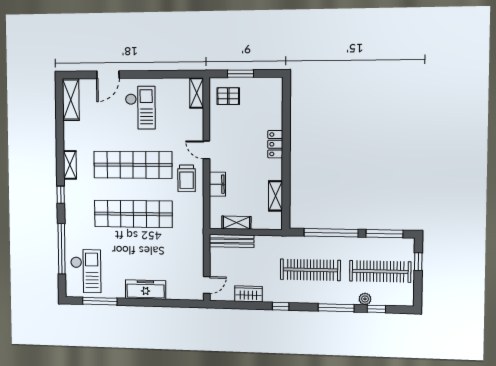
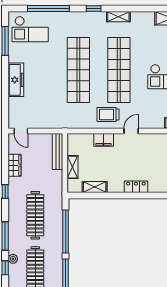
shelving: (236, 223) -> (73, 167), moved

